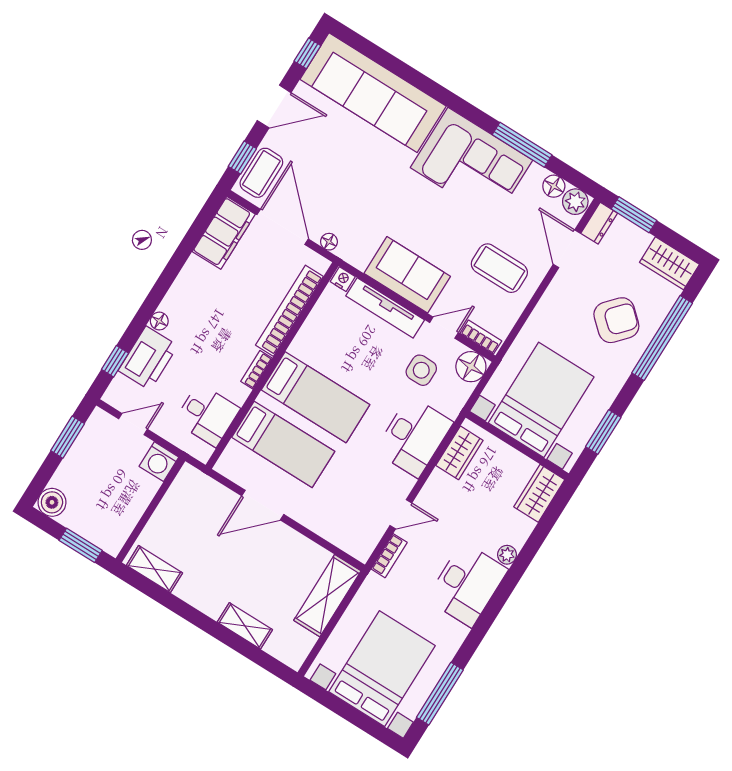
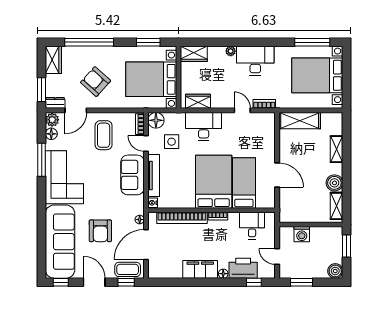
armchair: (350, 168) -> (100, 231), added
filing cabinet: (224, 233) -> (200, 269), moved
armchair: (616, 320) -> (96, 82), moved
bed: (316, 397) -> (214, 182), width x1.50
washing machine: (159, 462) -> (302, 234), moved, turned 90
boiler: (193, 589) -> (334, 183), added

